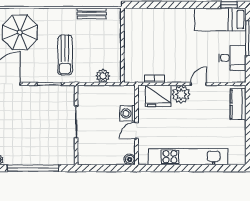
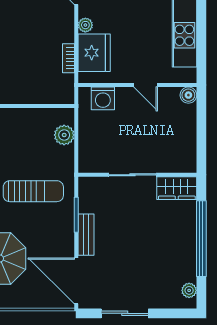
bench: (36, 91) -> (86, 235), added
plant: (181, 94) -> (85, 25), width x0.53, depth x0.53
washing machine: (128, 113) -> (103, 98), moved
wardrobe: (67, 152) -> (177, 188), added

